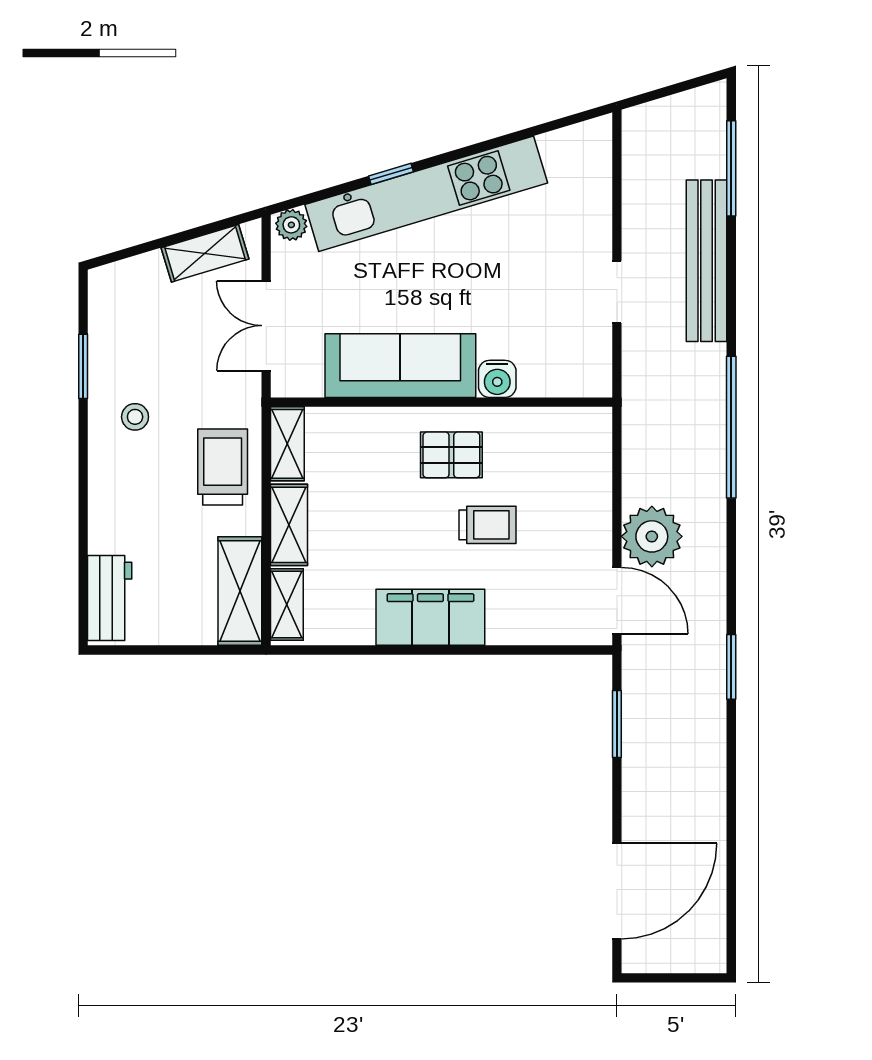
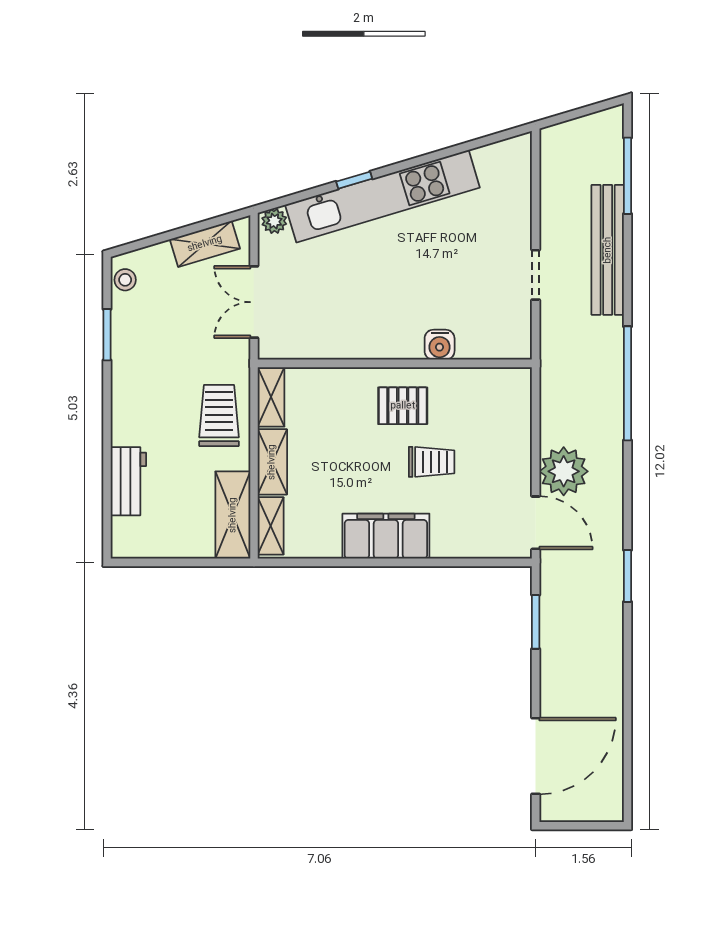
sofa: (400, 366) -> (362, 334), removed
stool: (135, 417) -> (125, 280), moved
workbench: (110, 598) -> (128, 481), moved

